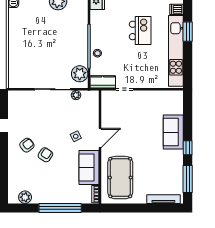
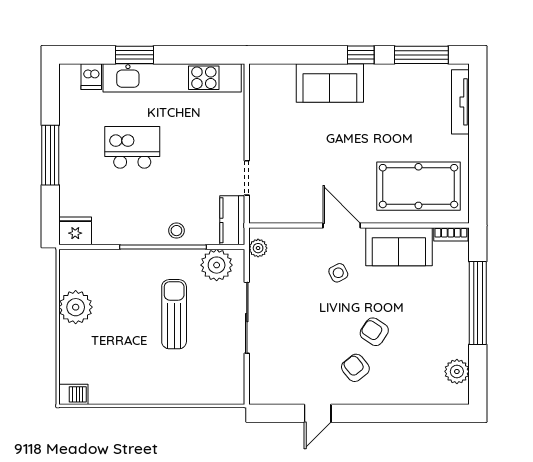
sun lounger: (54, 52) -> (174, 314), added
plant: (76, 95) -> (258, 248), moved

